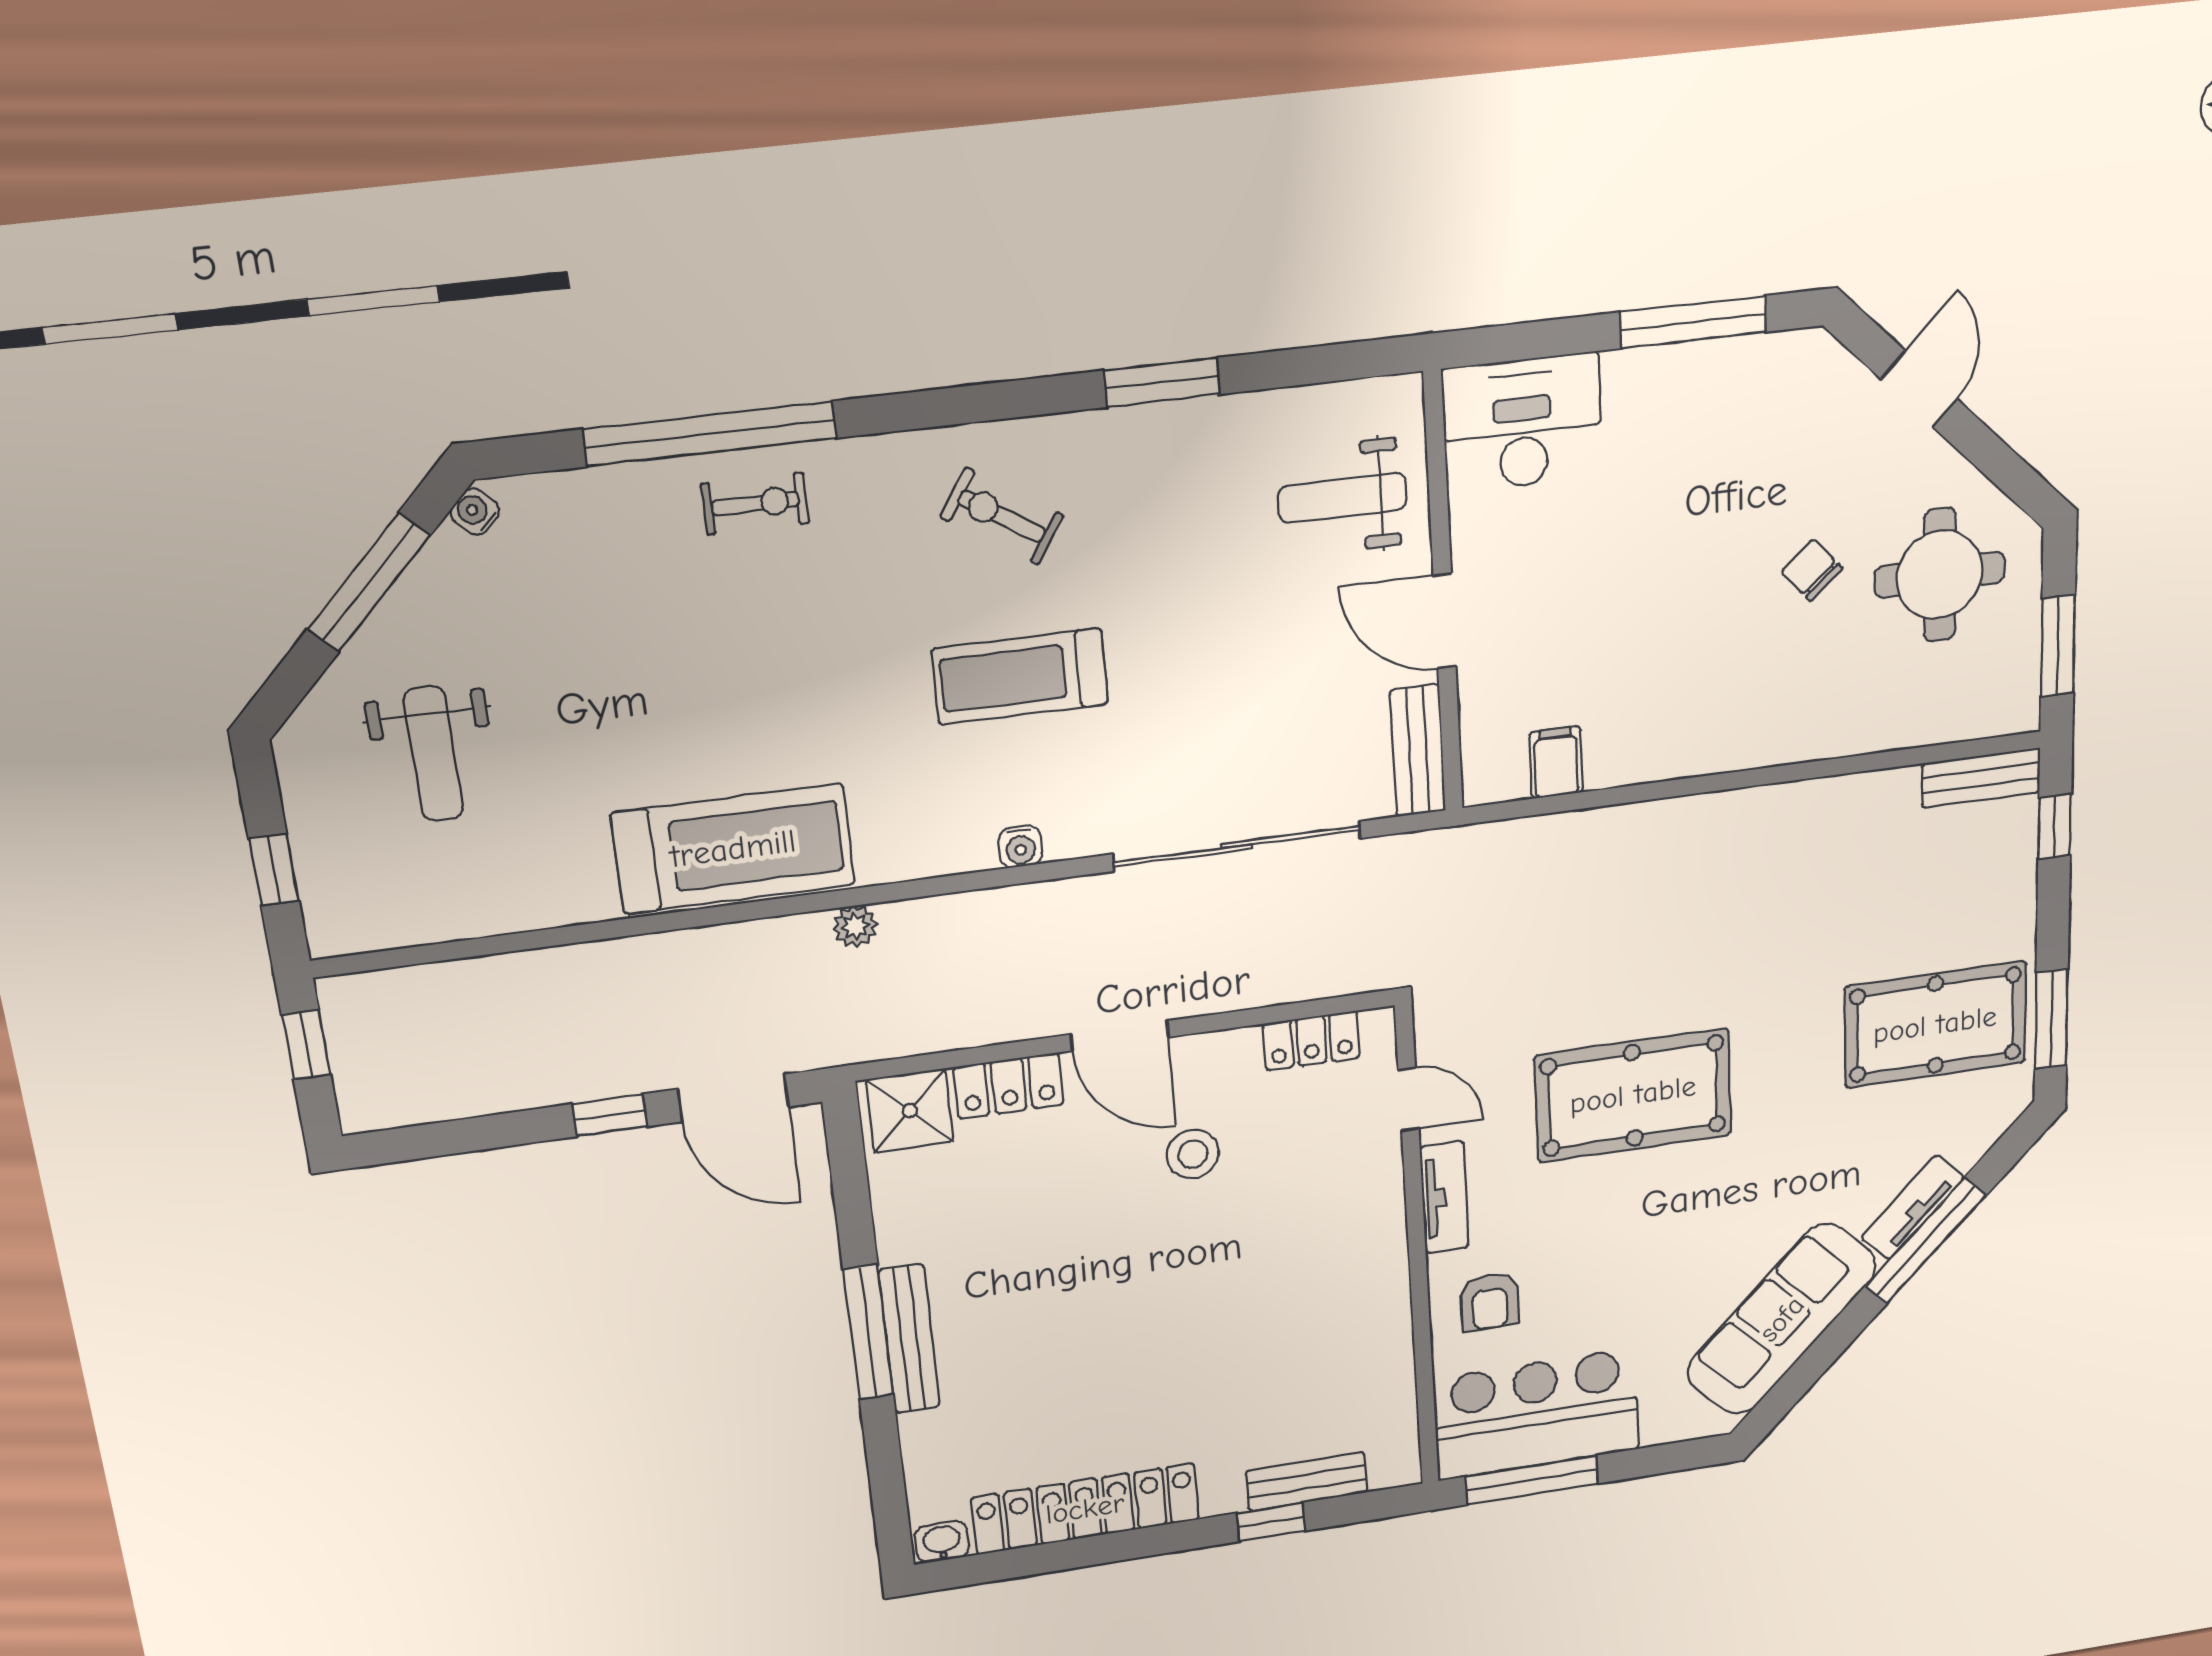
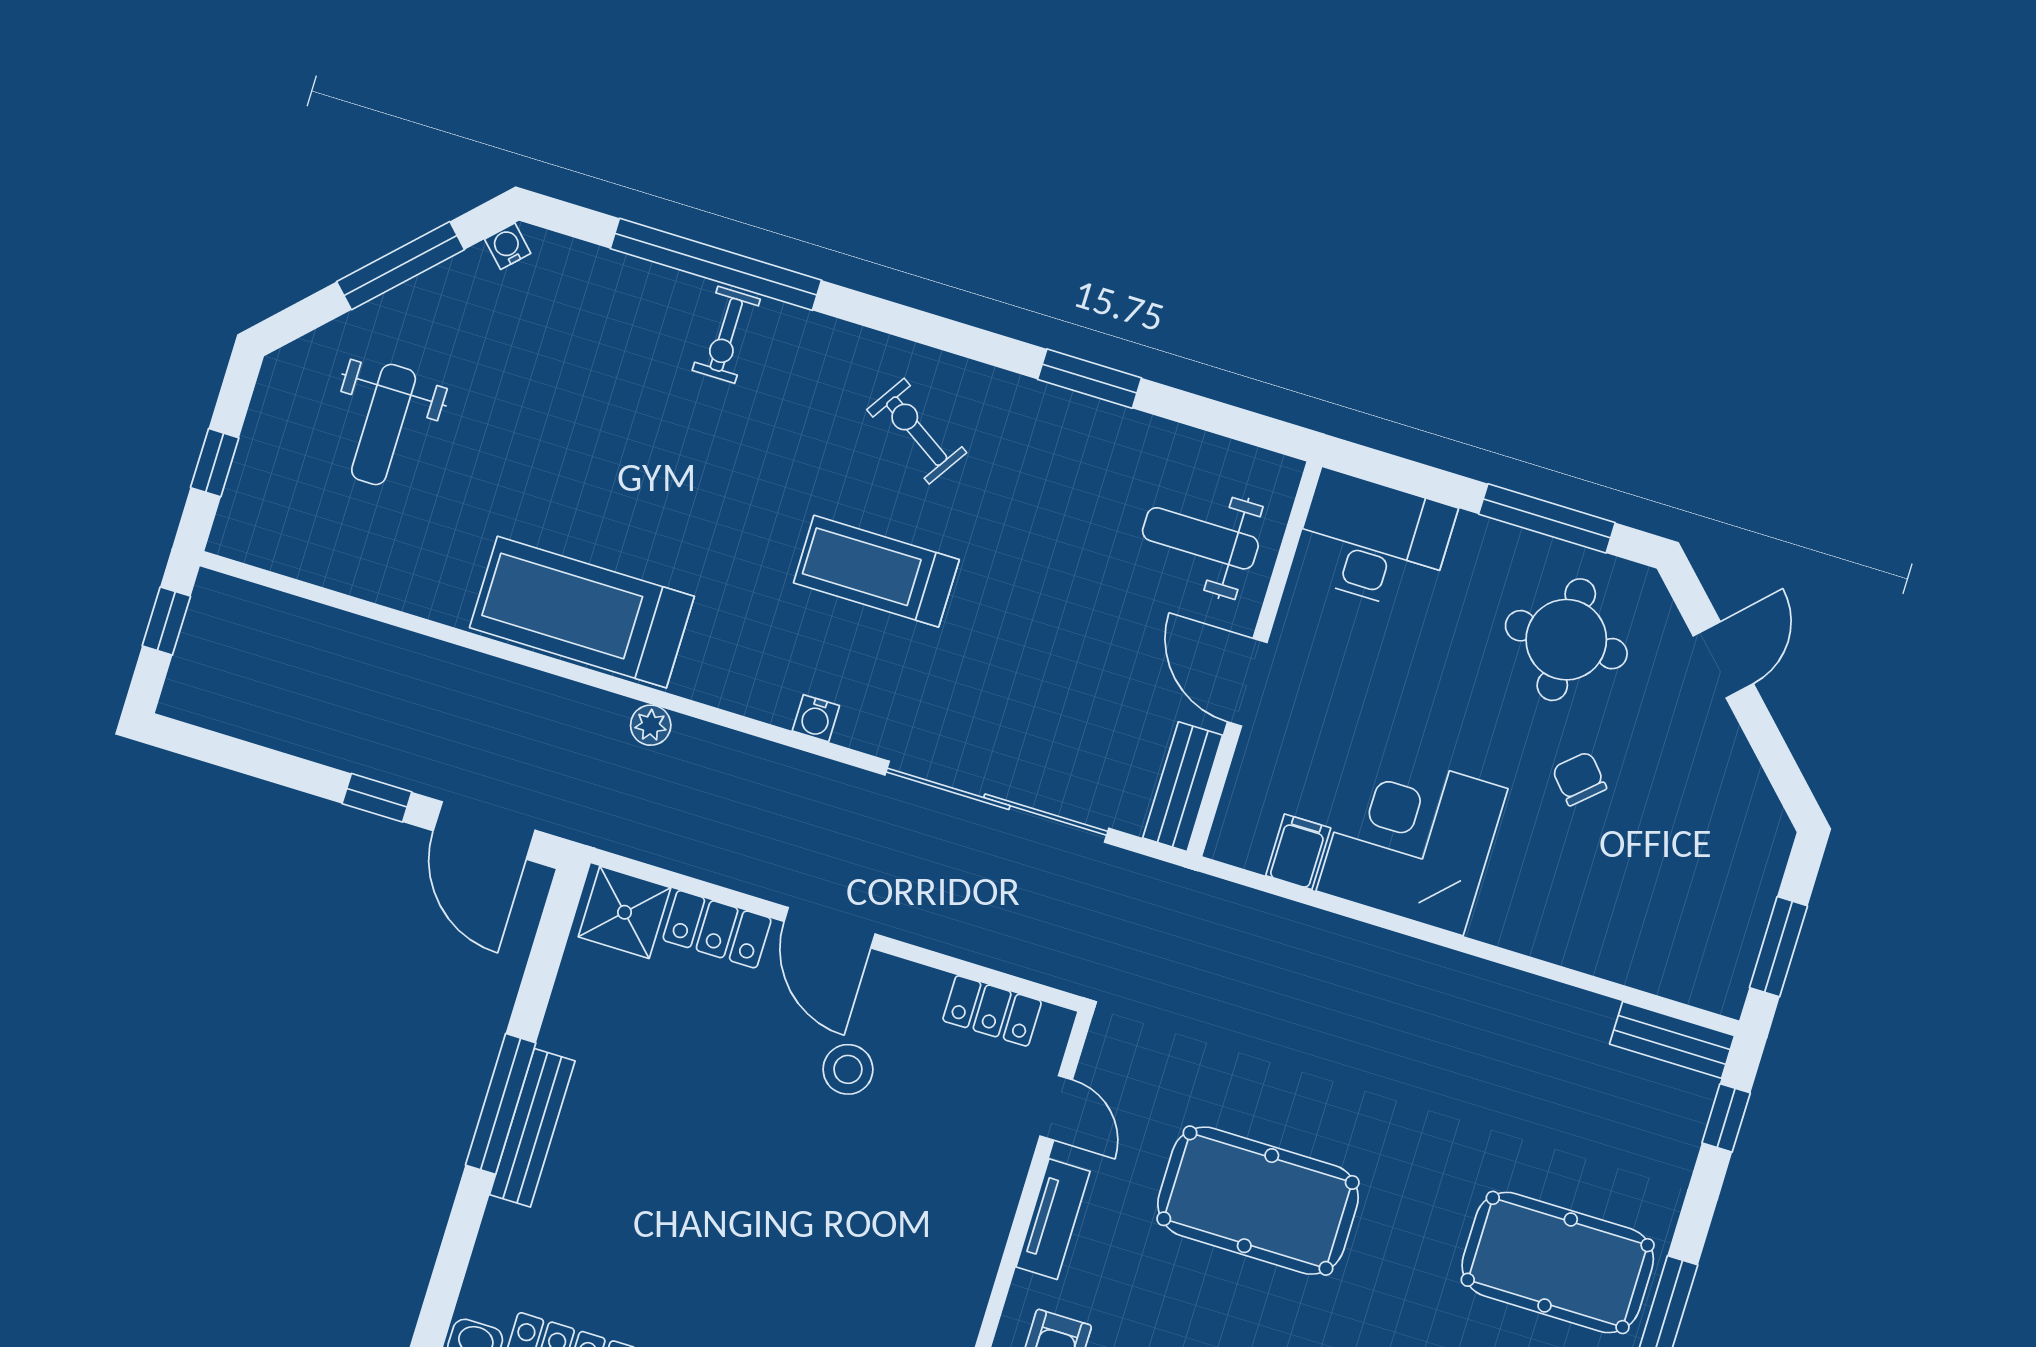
exercise bike: (755, 504) -> (726, 335), turned 90
round table: (1940, 575) -> (1566, 640), moved
corner desk: (1665, 702) -> (1412, 840), added
treadmill: (733, 849) -> (582, 612), turned 180

